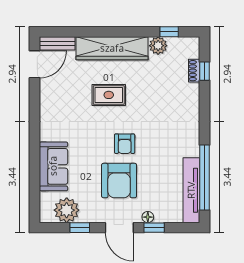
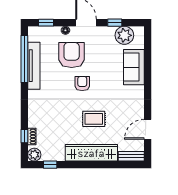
plant: (158, 46) -> (34, 155), moved
door: (34, 64) -> (148, 129), moved
armchair: (119, 181) -> (72, 55), moved
tv unit: (191, 190) -> (34, 66), moved
window: (154, 228) -> (46, 23), moved

